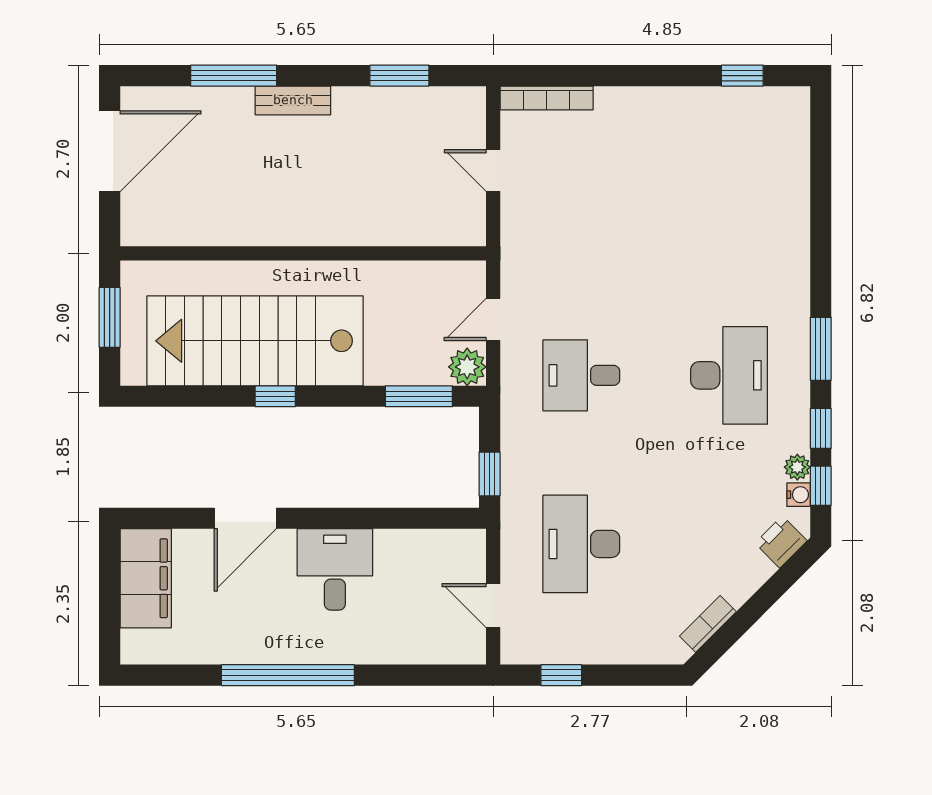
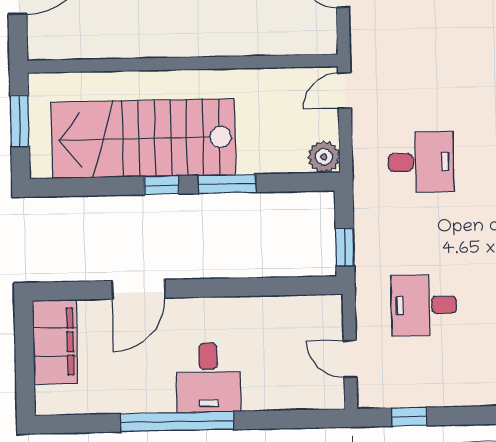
door: (493, 319) -> (345, 90), moved
desk: (581, 375) -> (421, 162), turned 180
window: (419, 396) -> (227, 184), moved
desk: (581, 544) -> (424, 305), width x0.73
desk: (335, 569) -> (208, 378), moved, turned 180

